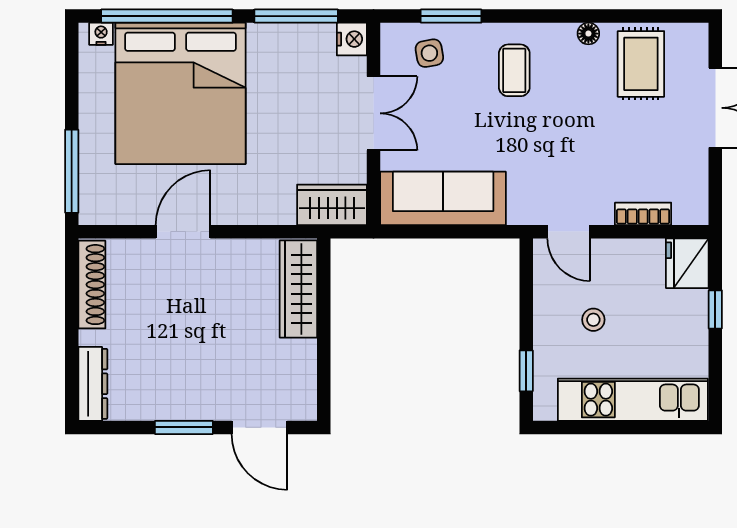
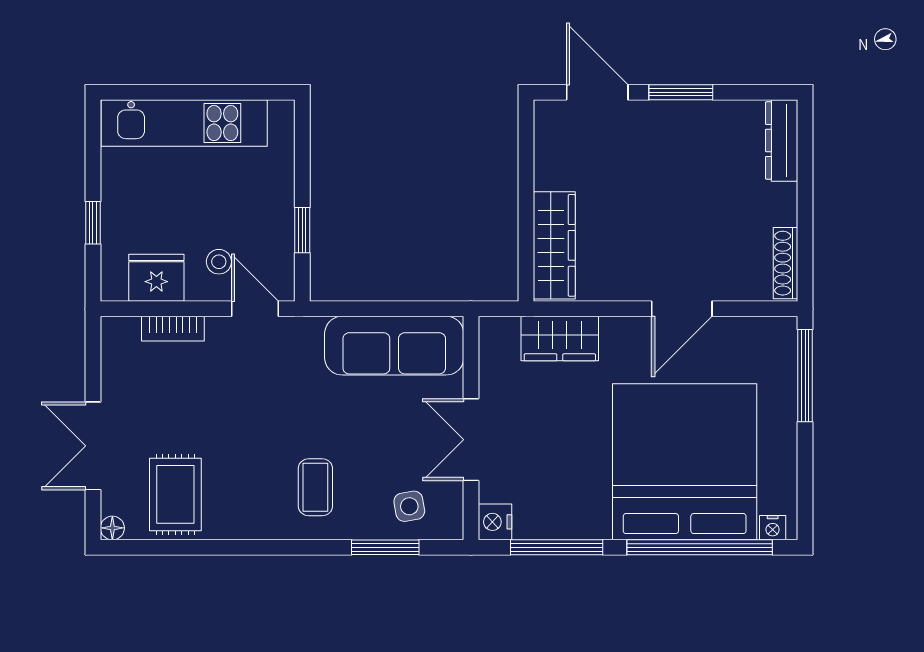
floor lamp: (588, 34) -> (112, 528), moved
wardrobe: (332, 205) -> (560, 339), moved
fridge: (687, 263) -> (156, 278), moved, turned -90
shoe rack: (92, 285) -> (786, 263), width x0.74, depth x0.81
stool: (593, 320) -> (219, 262), moved
window: (526, 371) -> (302, 230), moved

